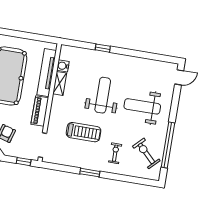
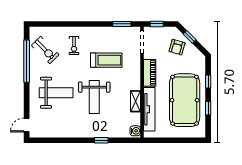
water cooler: (63, 66) -> (135, 131), moved
treadmill: (84, 132) -> (106, 60), turned 180
window: (90, 173) -> (122, 24), moved

